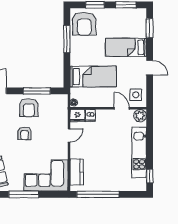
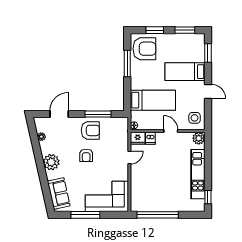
armchair: (84, 24) -> (144, 49), turned -90
armchair: (29, 108) -> (90, 130), turned -90
door: (122, 108) -> (171, 131), moved
kitchen counter: (77, 172) -> (137, 193), removed

